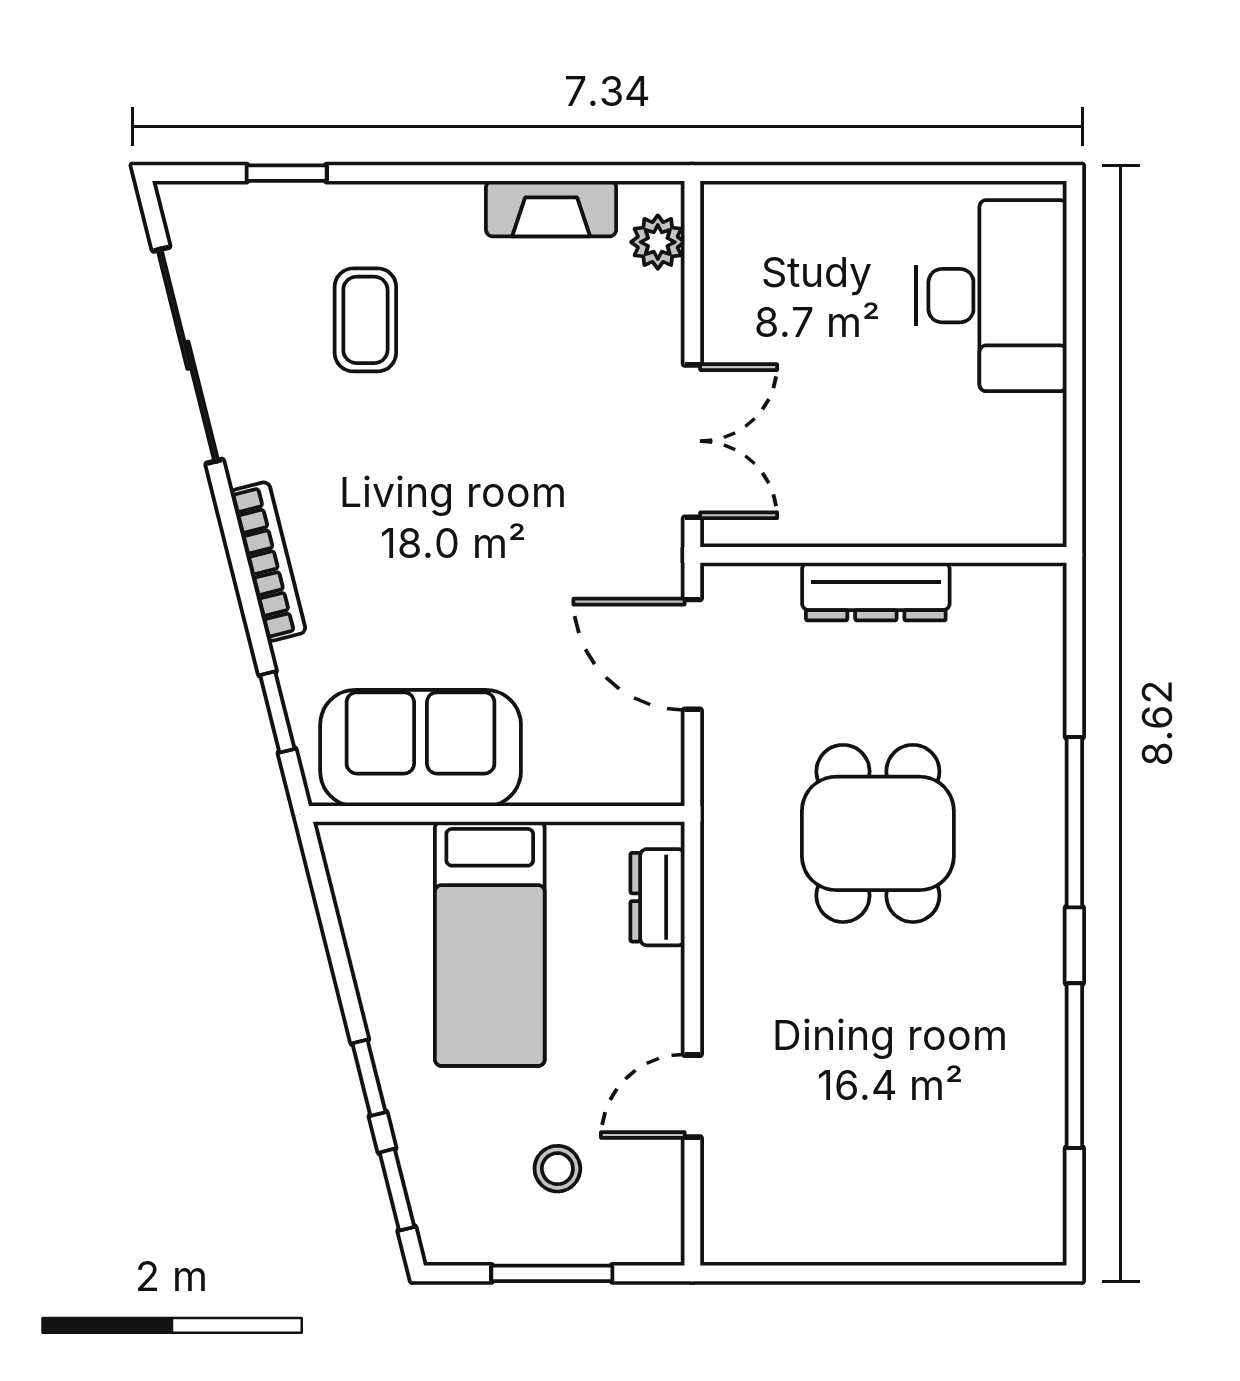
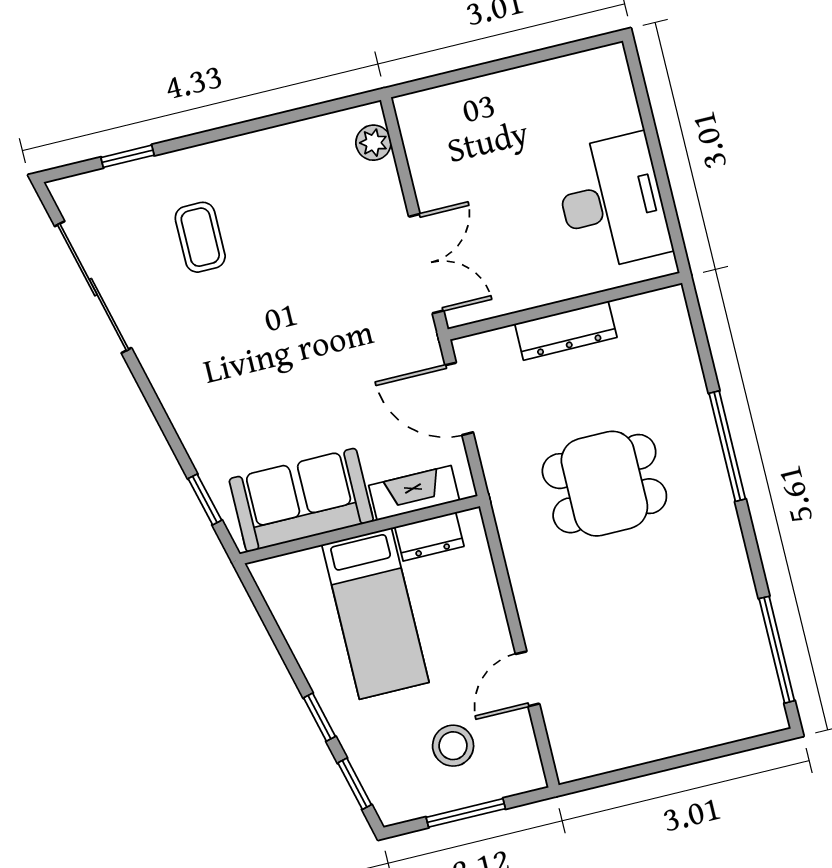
fireplace: (551, 209) -> (414, 493), moved, turned 180
desk: (991, 296) -> (612, 202), moved
bookcase: (268, 562) -> (176, 405), removed
dining table: (878, 833) -> (604, 484), turned 90
dresser: (658, 897) -> (429, 537), moved, turned -90
window: (1074, 1066) -> (777, 650), moved
stool: (557, 1169) -> (453, 746), width x1.37, depth x1.37

